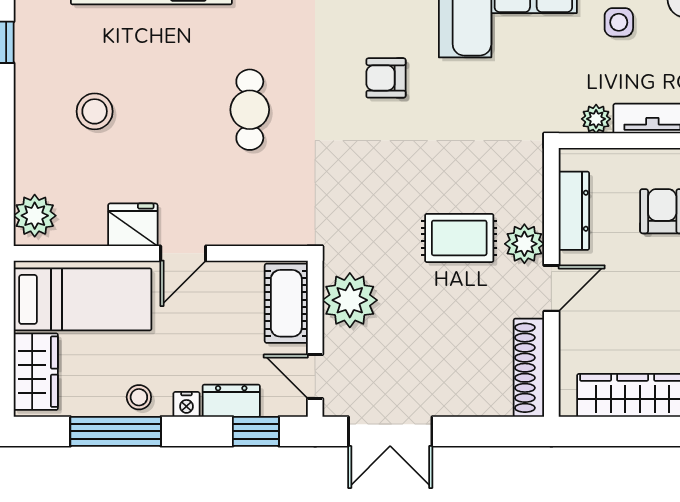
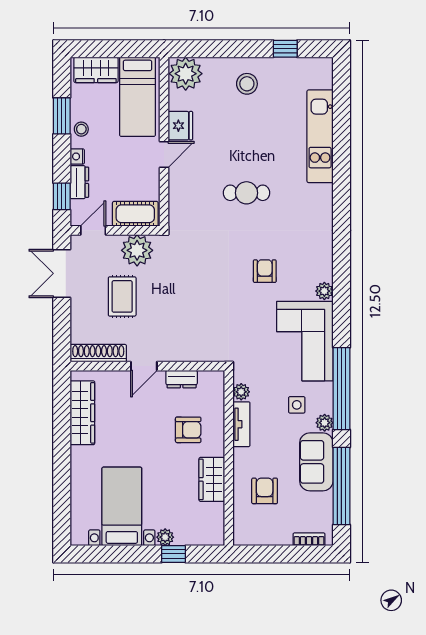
stool: (95, 111) -> (247, 84), moved
dresser: (574, 211) -> (182, 379), width x0.70
plant: (35, 216) -> (186, 74), width x1.36, depth x1.36
rug: (459, 238) -> (122, 296), moved
plant: (524, 244) -> (169, 351), removed
door: (183, 253) -> (164, 155), swing flipped
door: (551, 288) -> (144, 366), hinge flipped
window: (116, 431) -> (62, 116), width x0.69

